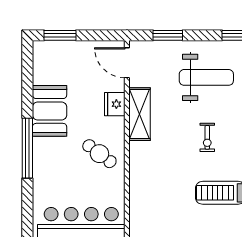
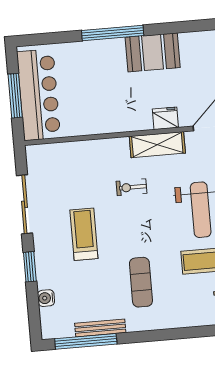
exercise bike: (207, 137) -> (131, 187), moved
cafe table: (99, 154) -> (113, 107), removed

